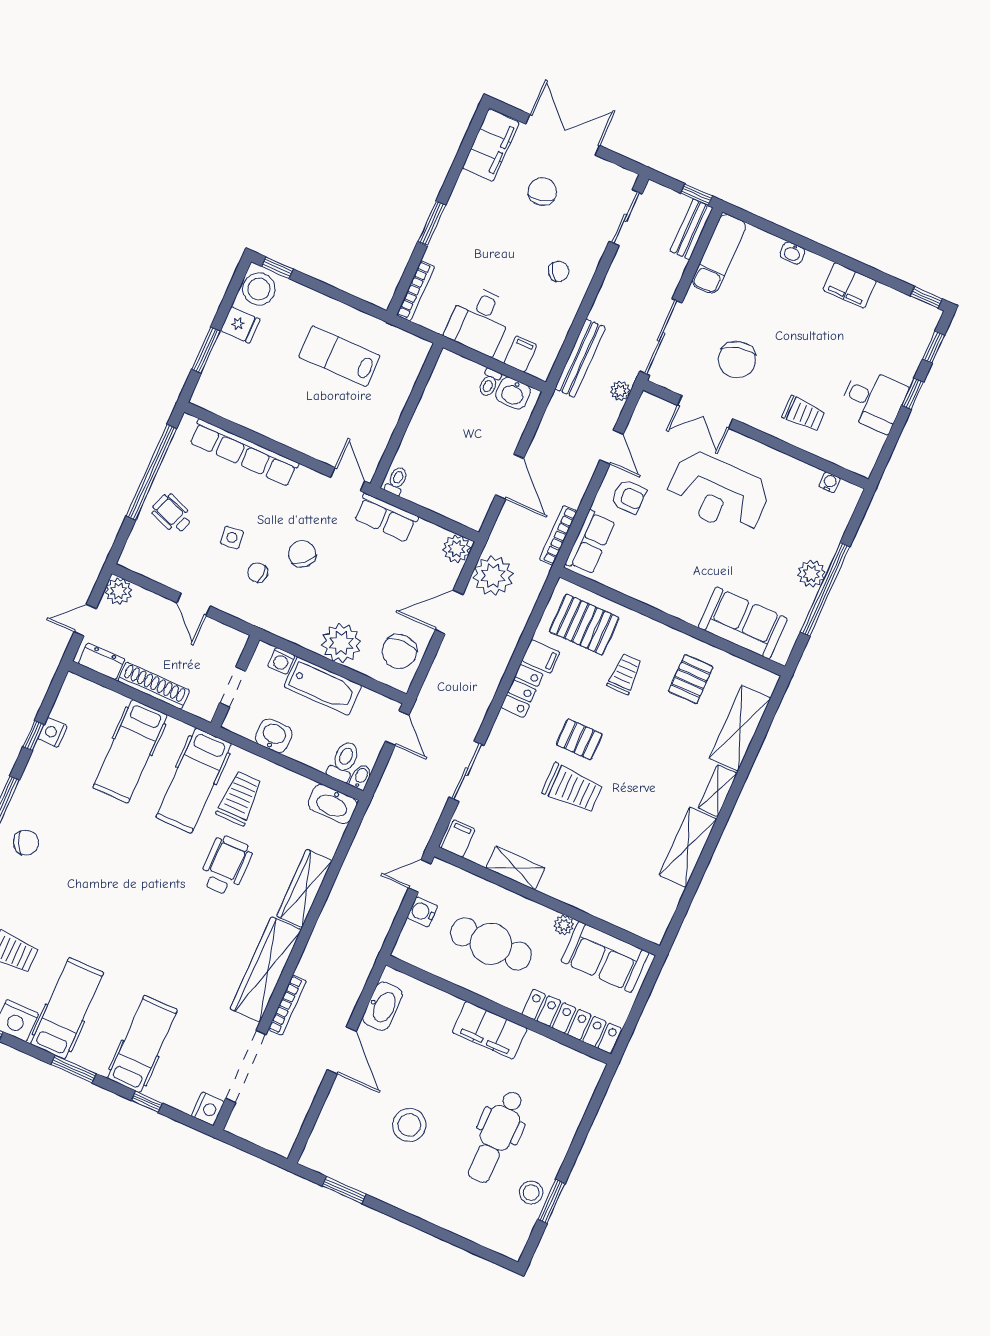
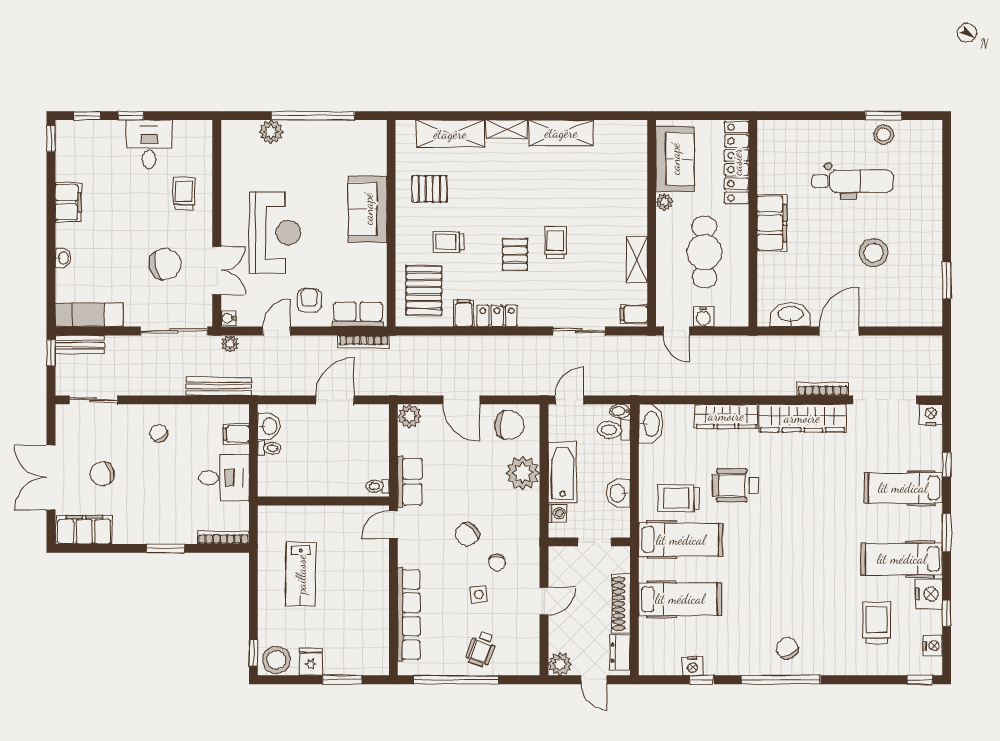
water cooler: (830, 482) -> (228, 318), moved
plant: (811, 574) -> (271, 132), moved
plant: (493, 576) -> (418, 378), removed
sofa: (743, 623) -> (368, 209), moved
trolley: (572, 788) -> (555, 243), width x0.73, depth x0.72

